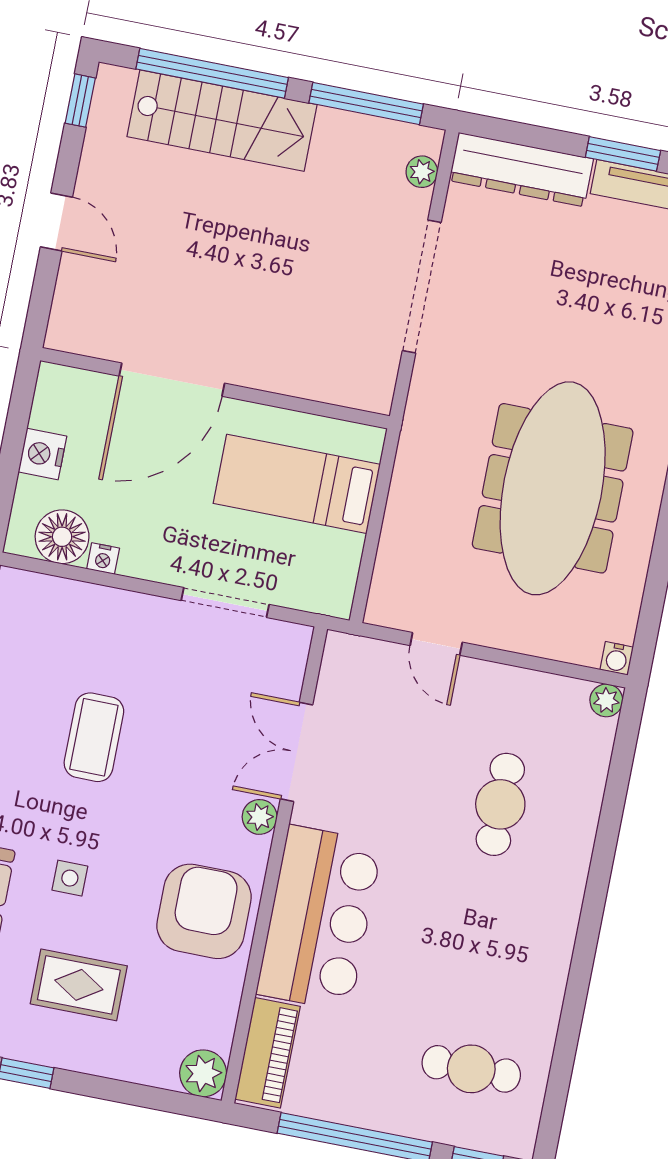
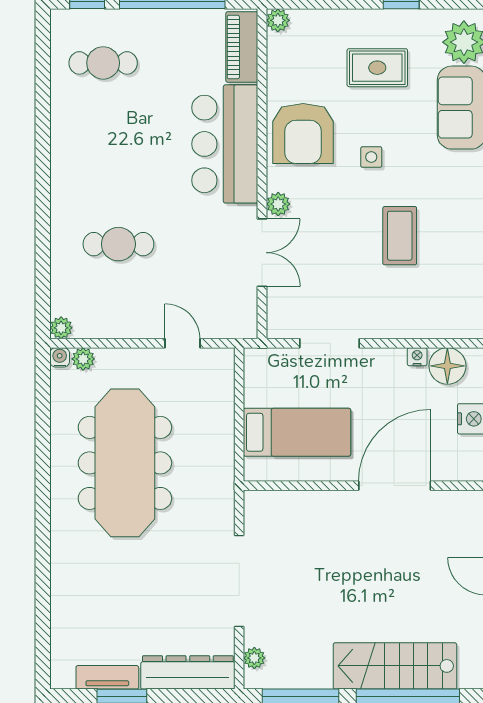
plant: (583, 649) -> (83, 359), added
cafe table: (500, 804) -> (118, 244), turned 90
side table: (70, 878) -> (371, 157), moved
plant: (203, 1073) -> (278, 20), width x0.73, depth x0.73

